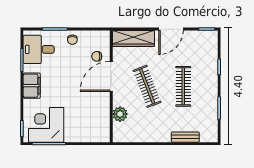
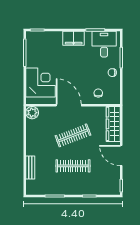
door: (111, 76) -> (69, 105), moved
plant: (120, 114) -> (32, 113), moved
corner desk: (46, 125) -> (41, 83), moved

